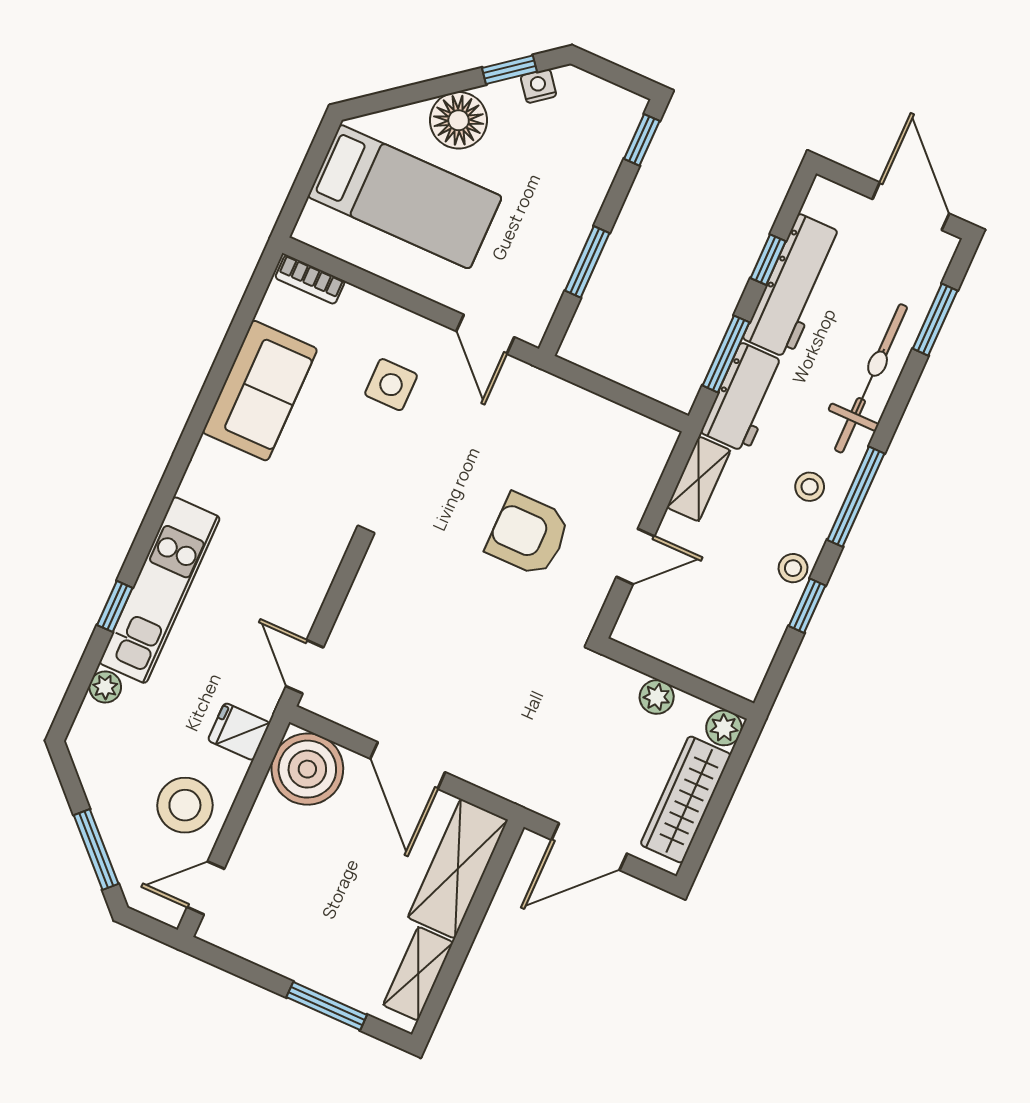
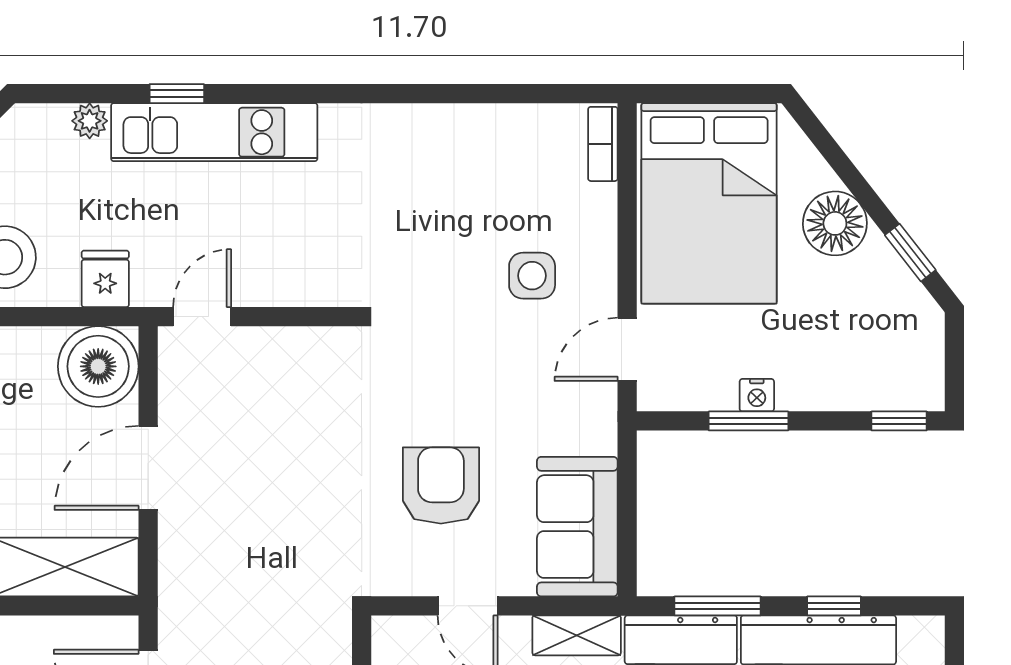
nightstand: (538, 86) -> (757, 395), moved, turned 128
bed: (405, 197) -> (709, 203), width x1.50
sofa: (260, 391) -> (577, 527), moved, turned 90

